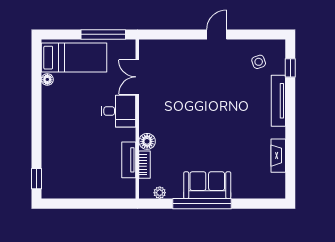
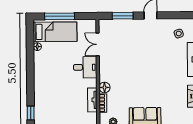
window: (103, 34) -> (60, 16), moved
window: (175, 34) -> (123, 16), added

